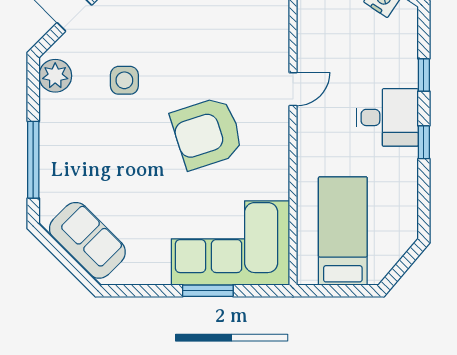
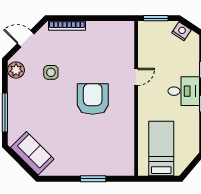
armchair: (207, 133) -> (93, 99), turned 108
corner sofa: (230, 243) -> (105, 155), removed

